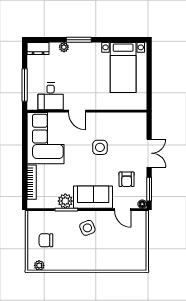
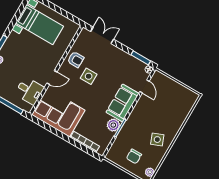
double door: (149, 153) -> (102, 35), moved
armchair: (127, 179) -> (76, 60), moved
door: (123, 210) -> (145, 86), hinge flipped
side table: (87, 228) -> (157, 140), moved

